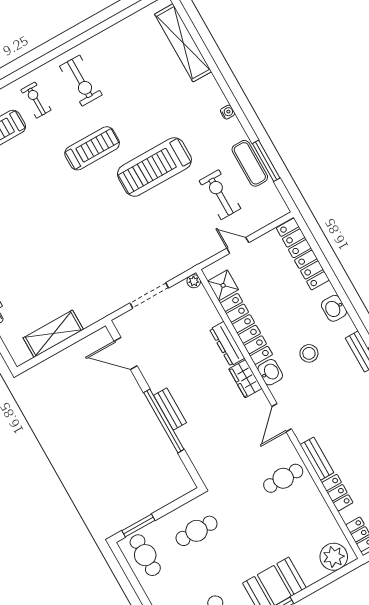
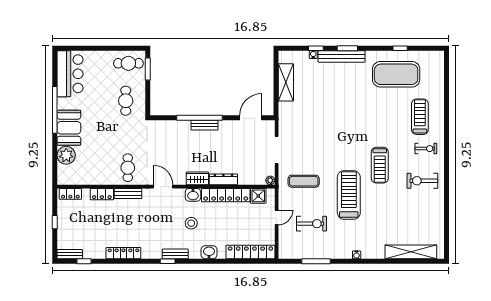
exercise mat: (250, 163) -> (304, 181), moved
plant: (334, 557) -> (66, 155), moved

